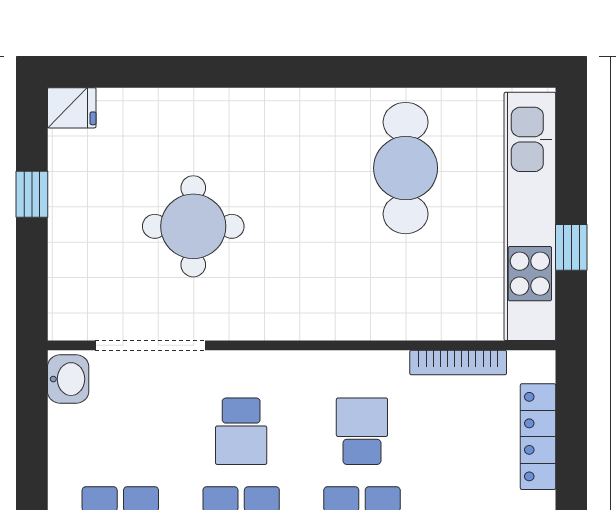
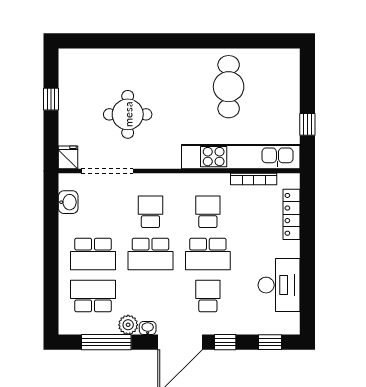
fridge: (72, 108) -> (68, 157), moved, turned -90
kitchen unit: (530, 216) -> (241, 157), moved, turned 90
washbasin: (68, 379) -> (68, 202), moved
school desk: (241, 431) -> (150, 212), turned 180

